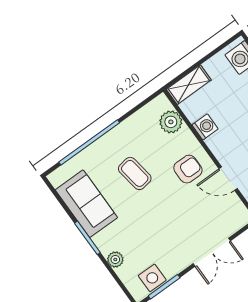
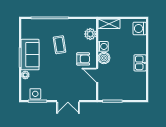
boiler: (219, 144) -> (104, 58), added
sofa: (86, 204) -> (30, 55), moved

